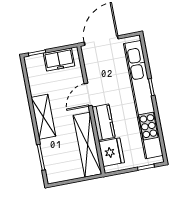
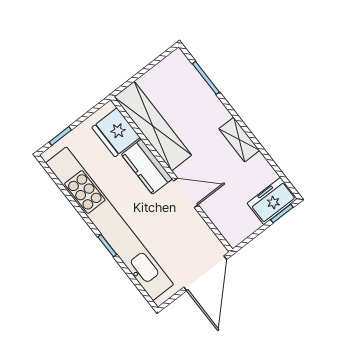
freezer: (59, 60) -> (272, 201), moved
door: (88, 95) -> (186, 193), hinge flipped
shelving: (43, 117) -> (239, 140), width x0.67, depth x0.75

